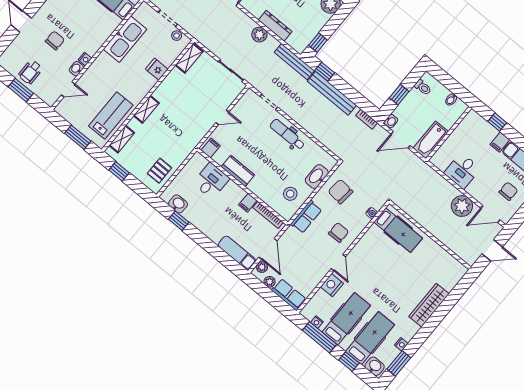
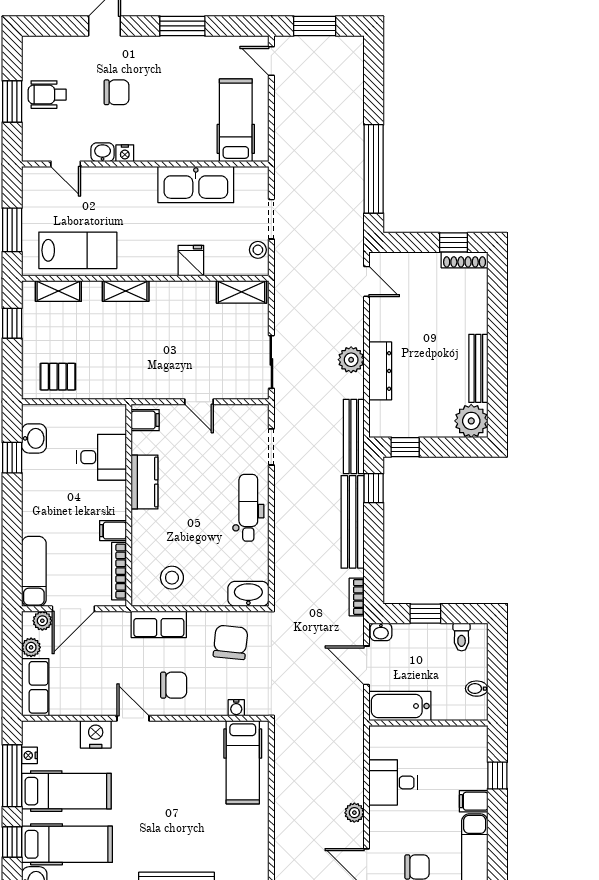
washbasin: (317, 176) -> (248, 594), moved
plant: (462, 206) -> (354, 813), width x0.53, depth x0.53
door: (338, 263) -> (133, 718), swing flipped

